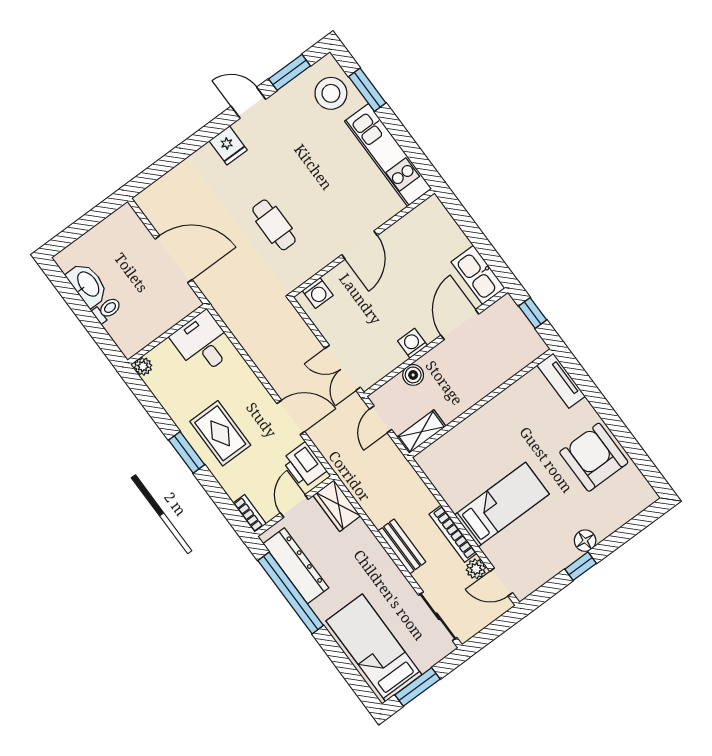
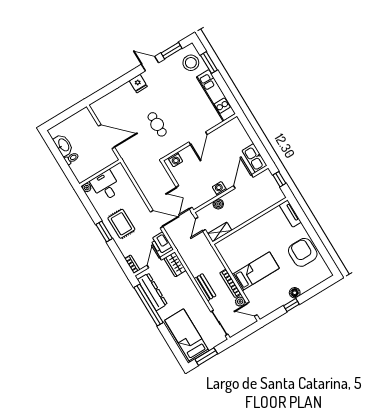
desk: (203, 343) -> (106, 186), moved

